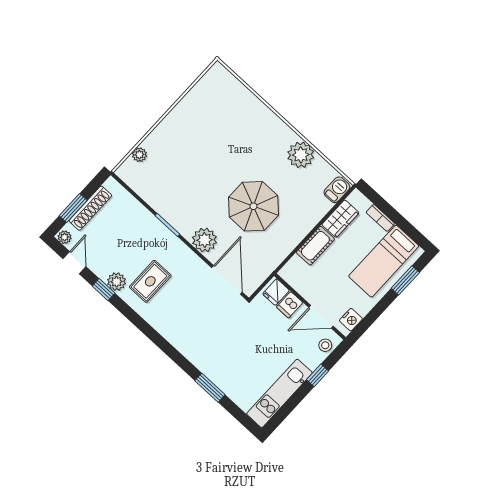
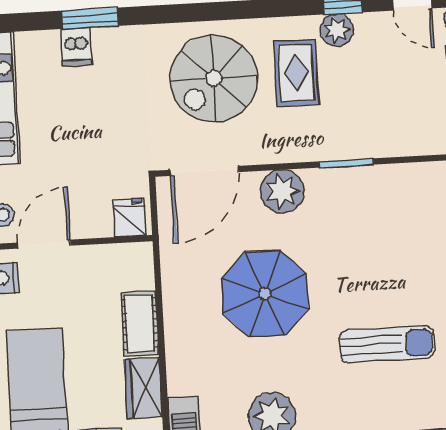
sun lounger: (225, 136) -> (387, 344), added
door: (227, 280) -> (205, 171), hinge flipped
dishwasher: (290, 305) -> (76, 47), moved, turned 180
spiral stairs: (185, 313) -> (214, 78), added

